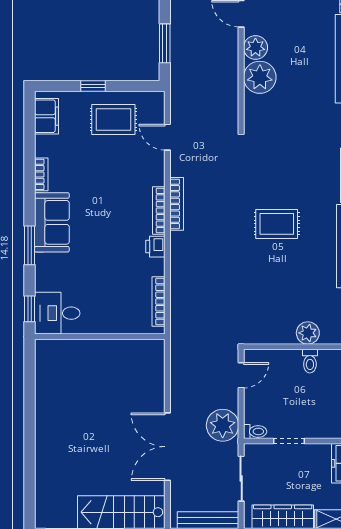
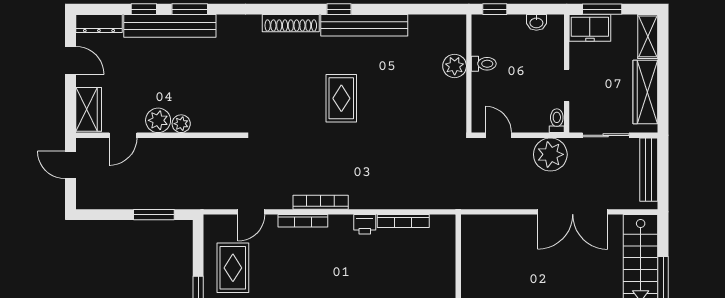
plant: (260, 77) -> (181, 124), width x0.53, depth x0.53
bookcase: (159, 211) -> (303, 221), moved
bookcase: (158, 301) -> (403, 221), moved

